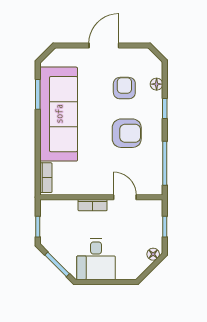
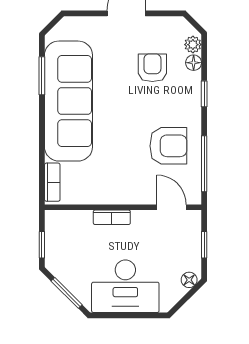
plant: (156, 70) -> (193, 45), added
armchair: (127, 133) -> (168, 146), moved
door: (125, 197) -> (171, 207), moved
desk: (96, 259) -> (125, 286), width x1.37

